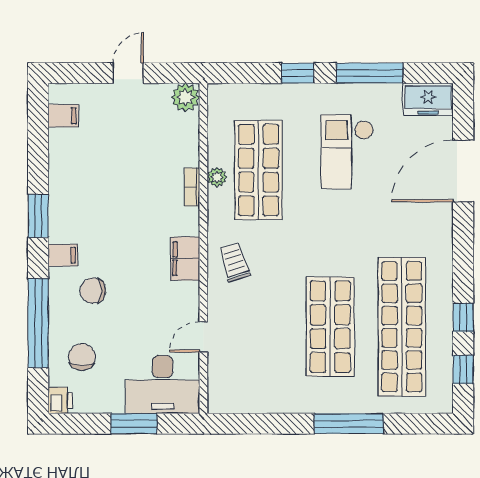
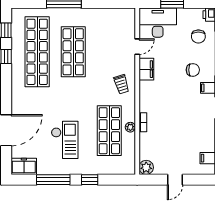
filing cabinet: (185, 259) -> (146, 69), moved

